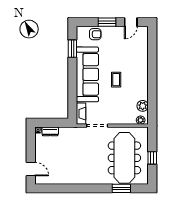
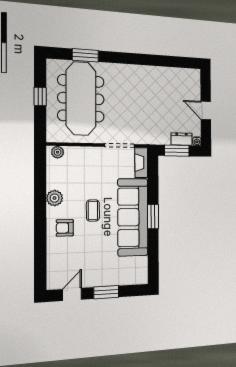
armchair: (95, 34) -> (65, 228), moved
window: (72, 49) -> (153, 217), moved
plant: (143, 106) -> (55, 198), moved
window: (54, 123) -> (177, 151), added
door: (31, 169) -> (206, 110), moved

